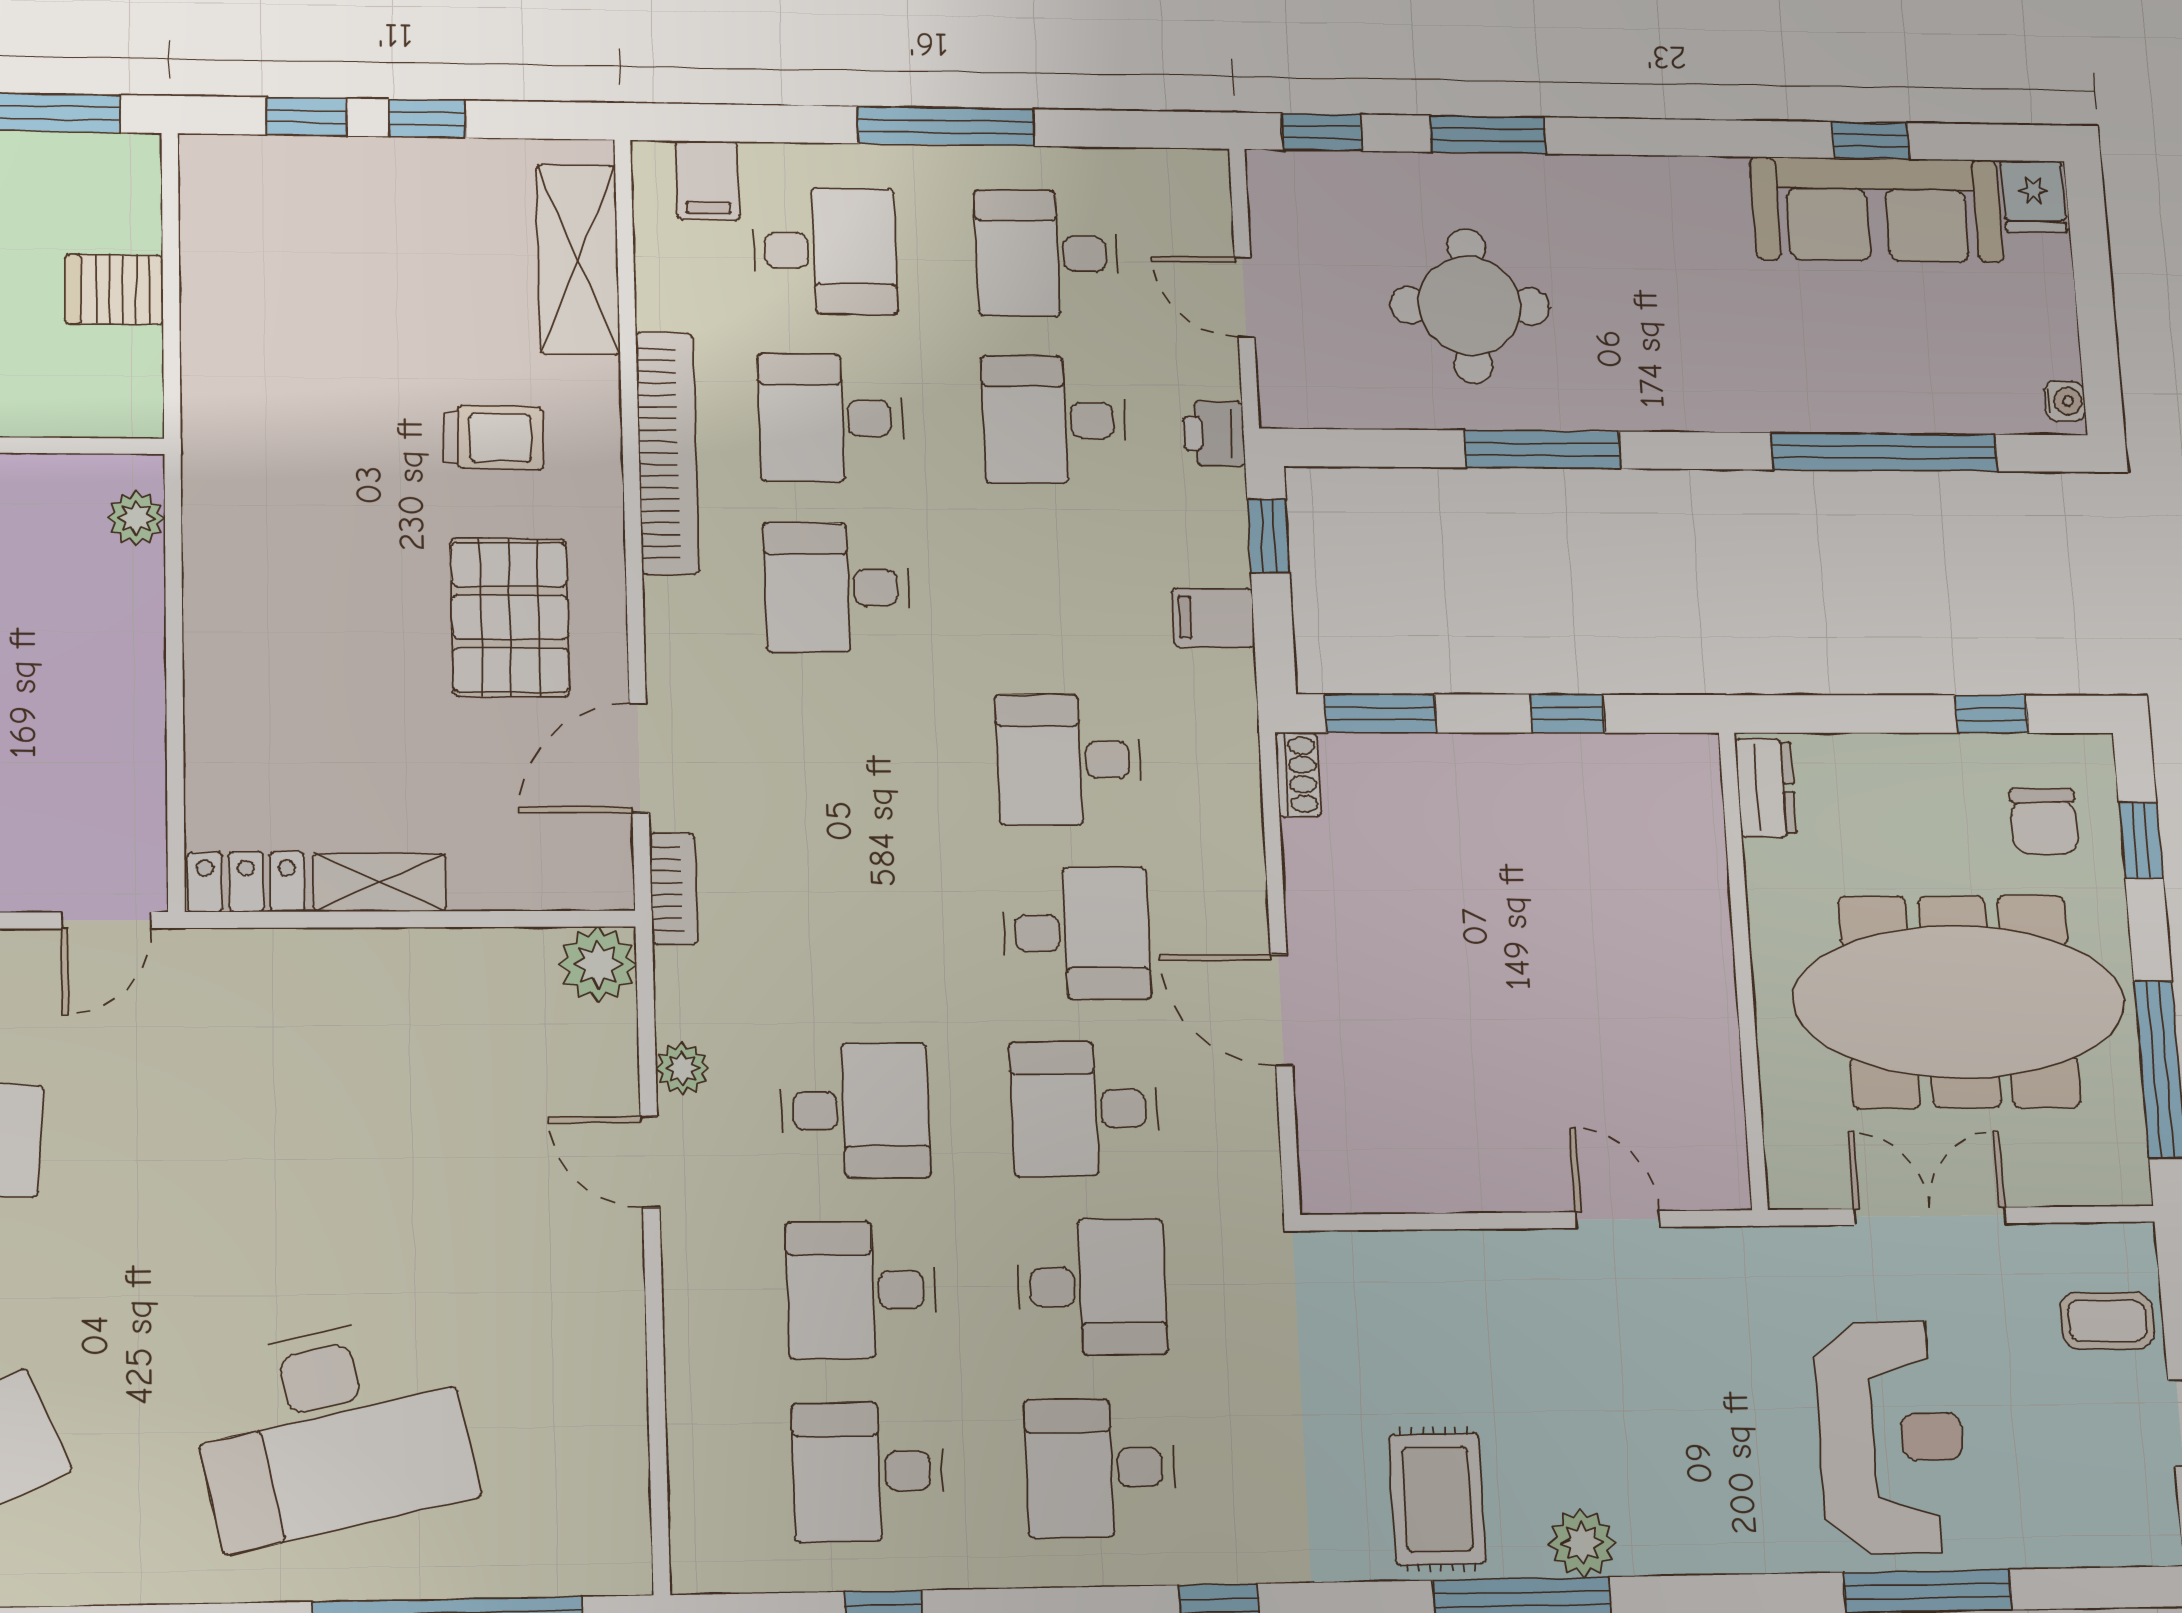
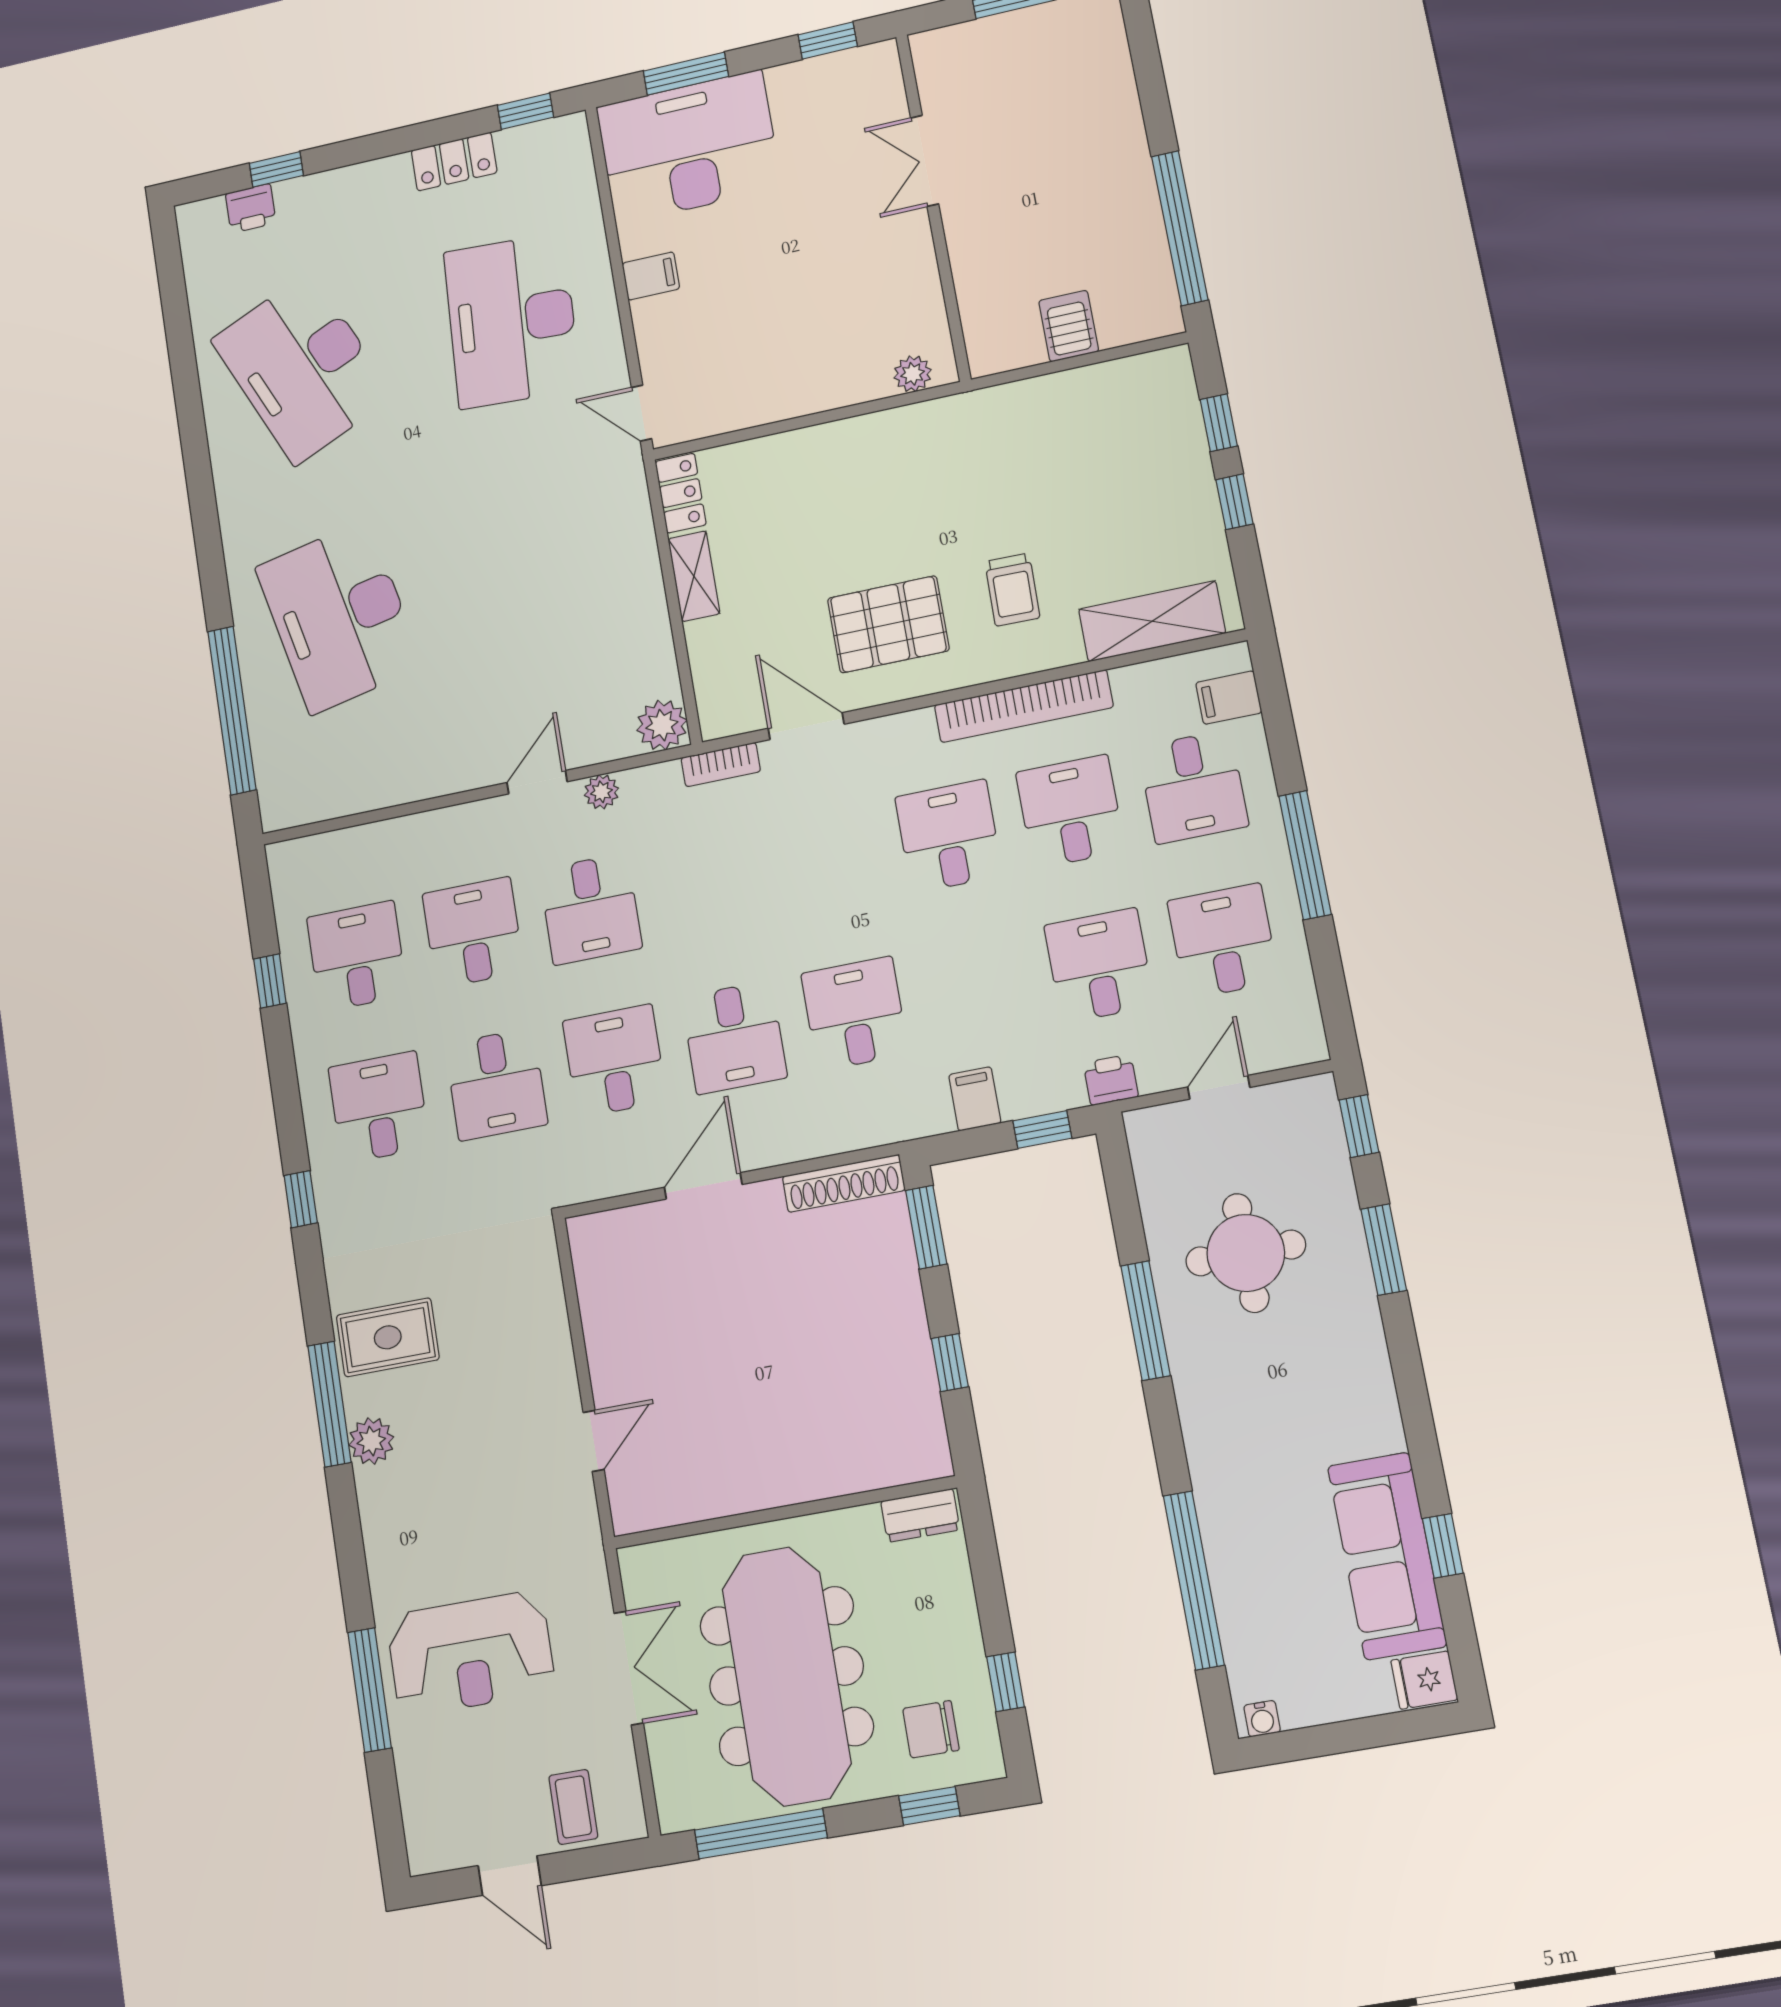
shoe rack: (1298, 775) -> (844, 1183), width x1.94, depth x1.24

